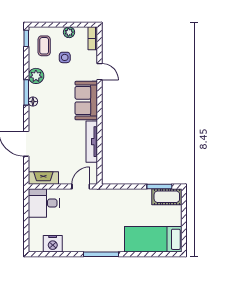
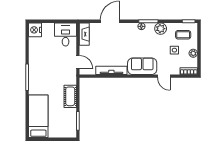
door: (100, 72) -> (164, 76), hinge flipped
cot: (167, 197) -> (70, 96), moved
nightstand: (53, 244) -> (35, 30), moved

